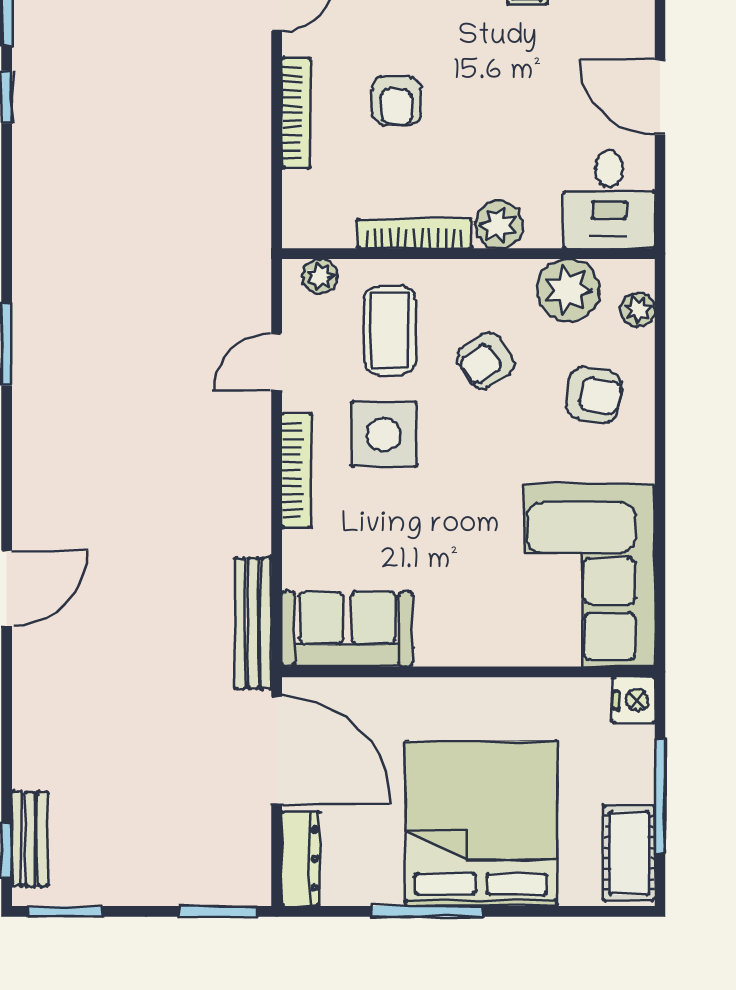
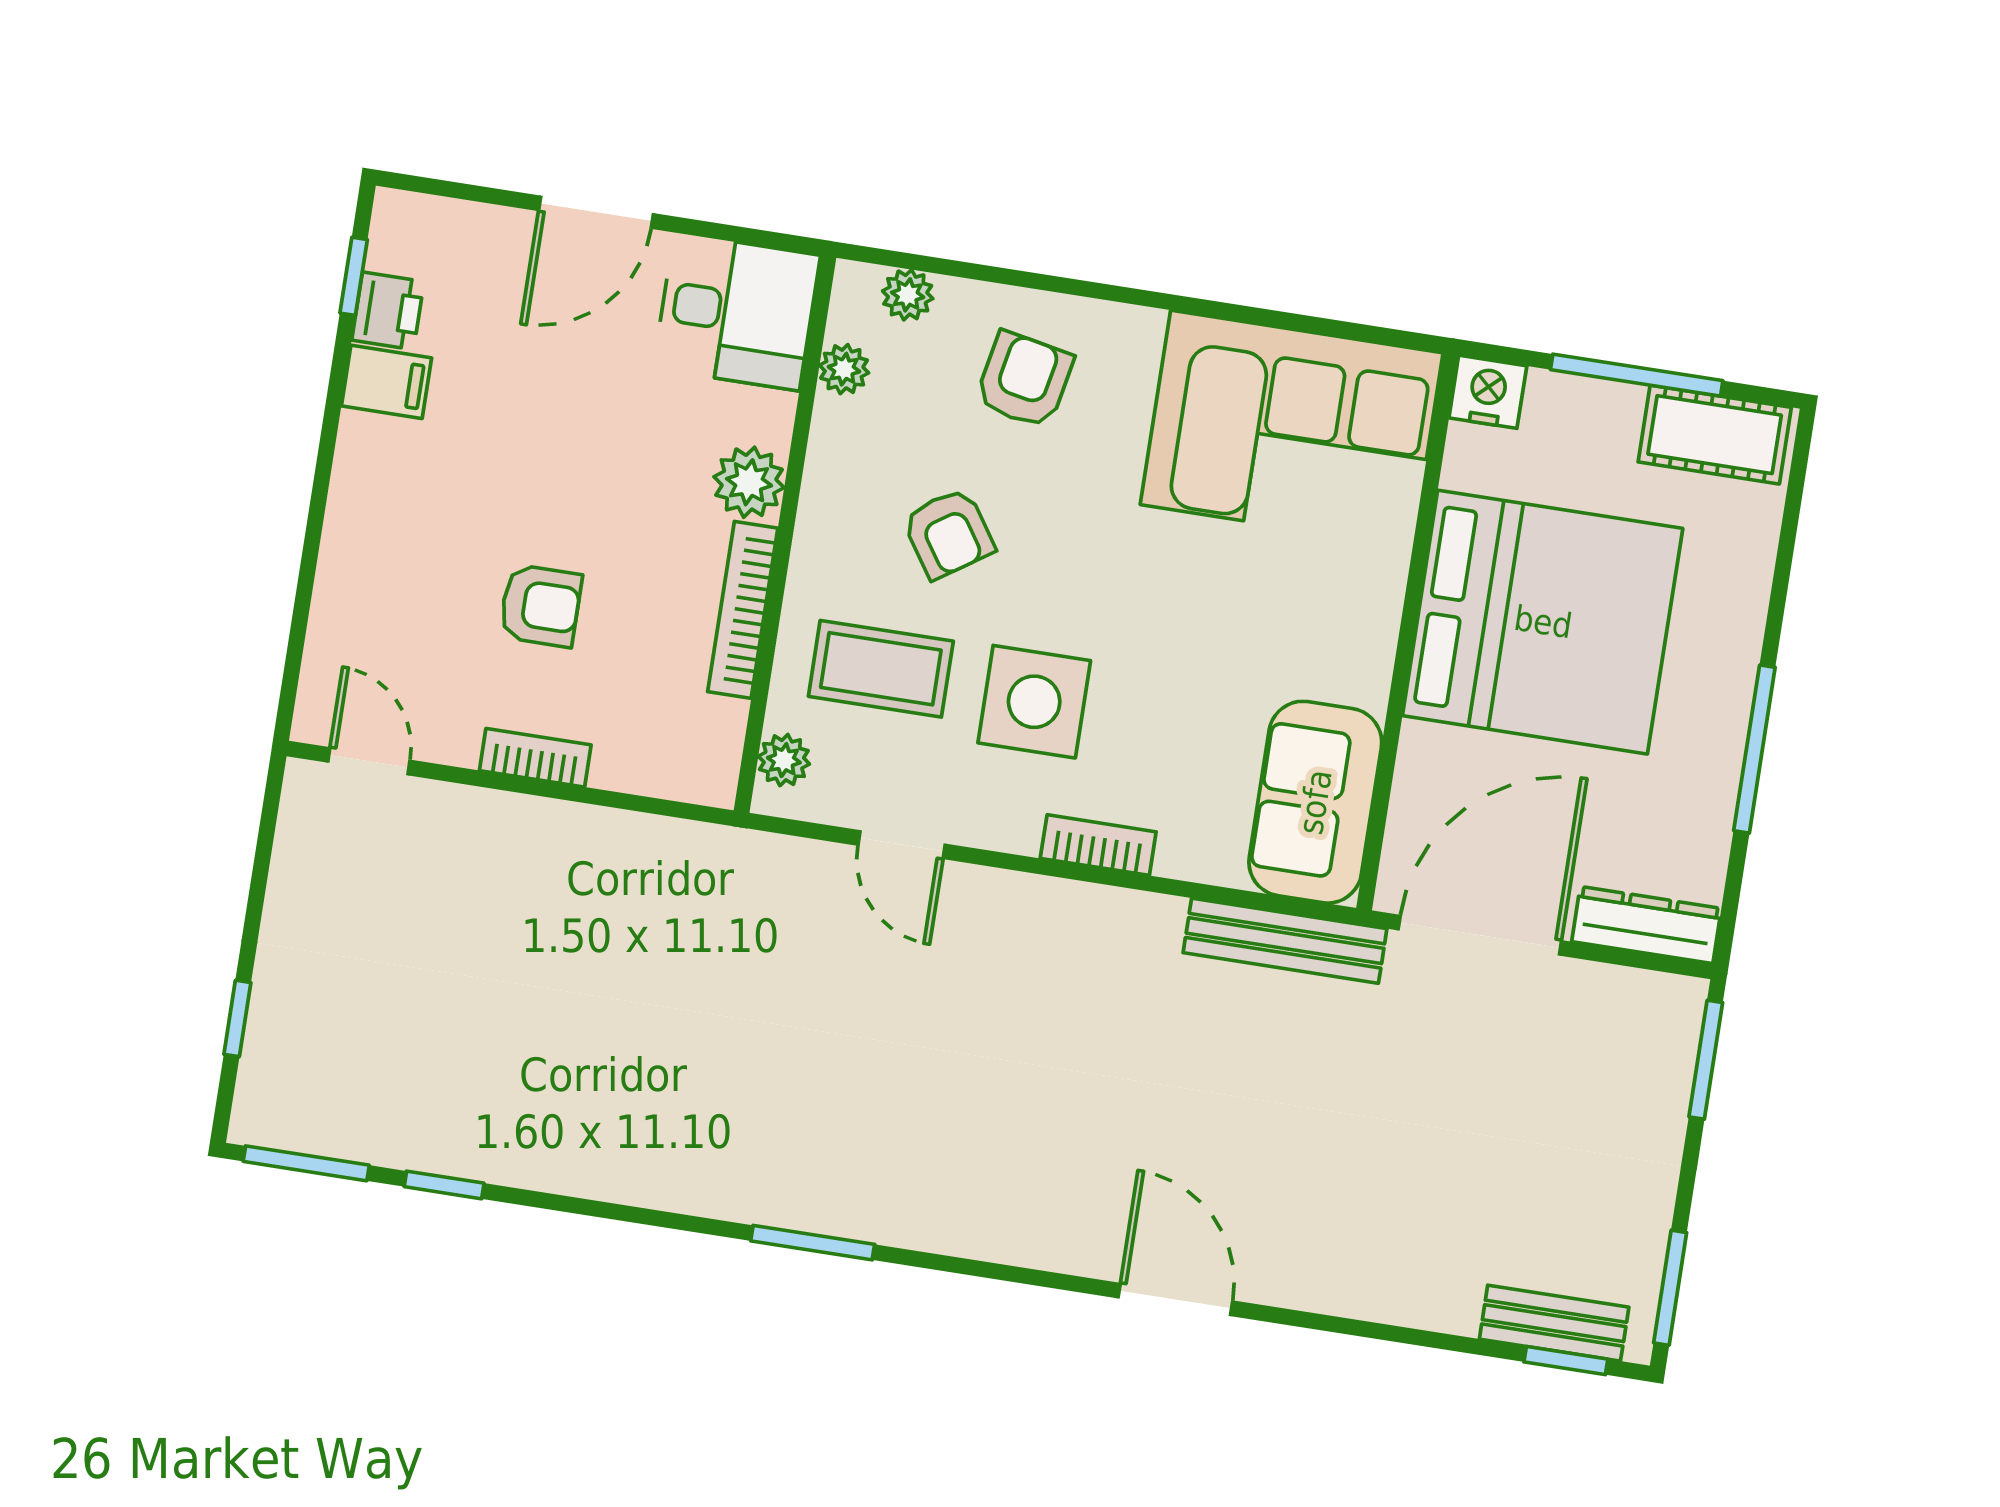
bookcase: (296, 113) -> (535, 758), width x0.64
plant: (568, 290) -> (844, 369), width x0.53, depth x0.53
bookcase: (297, 470) -> (1098, 845), width x0.64
bed: (481, 824) -> (1543, 622), moved, turned 180

